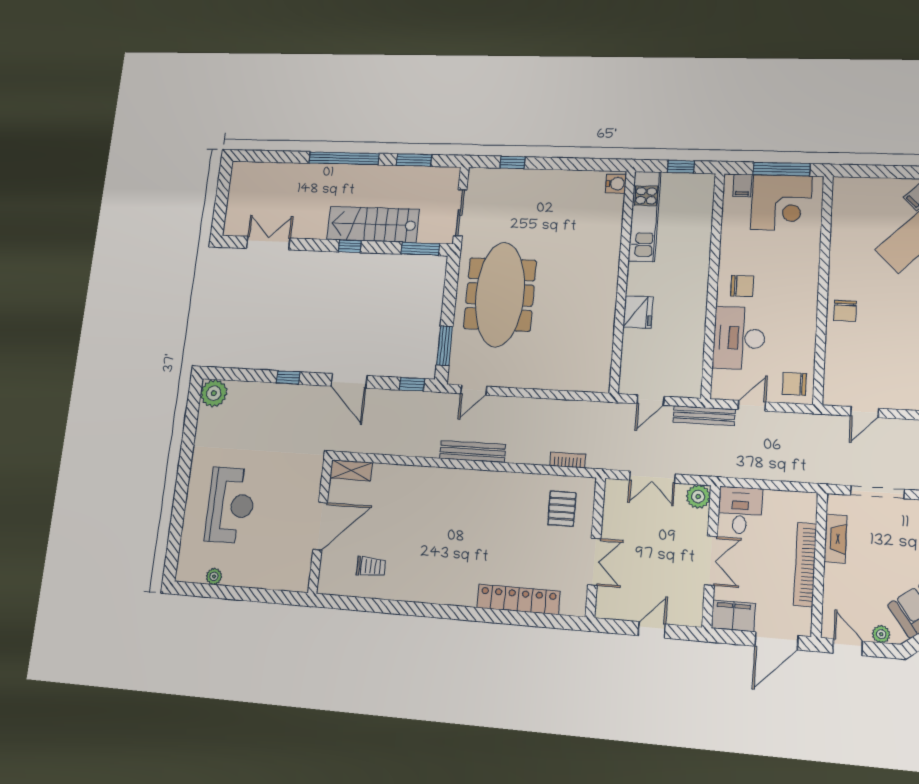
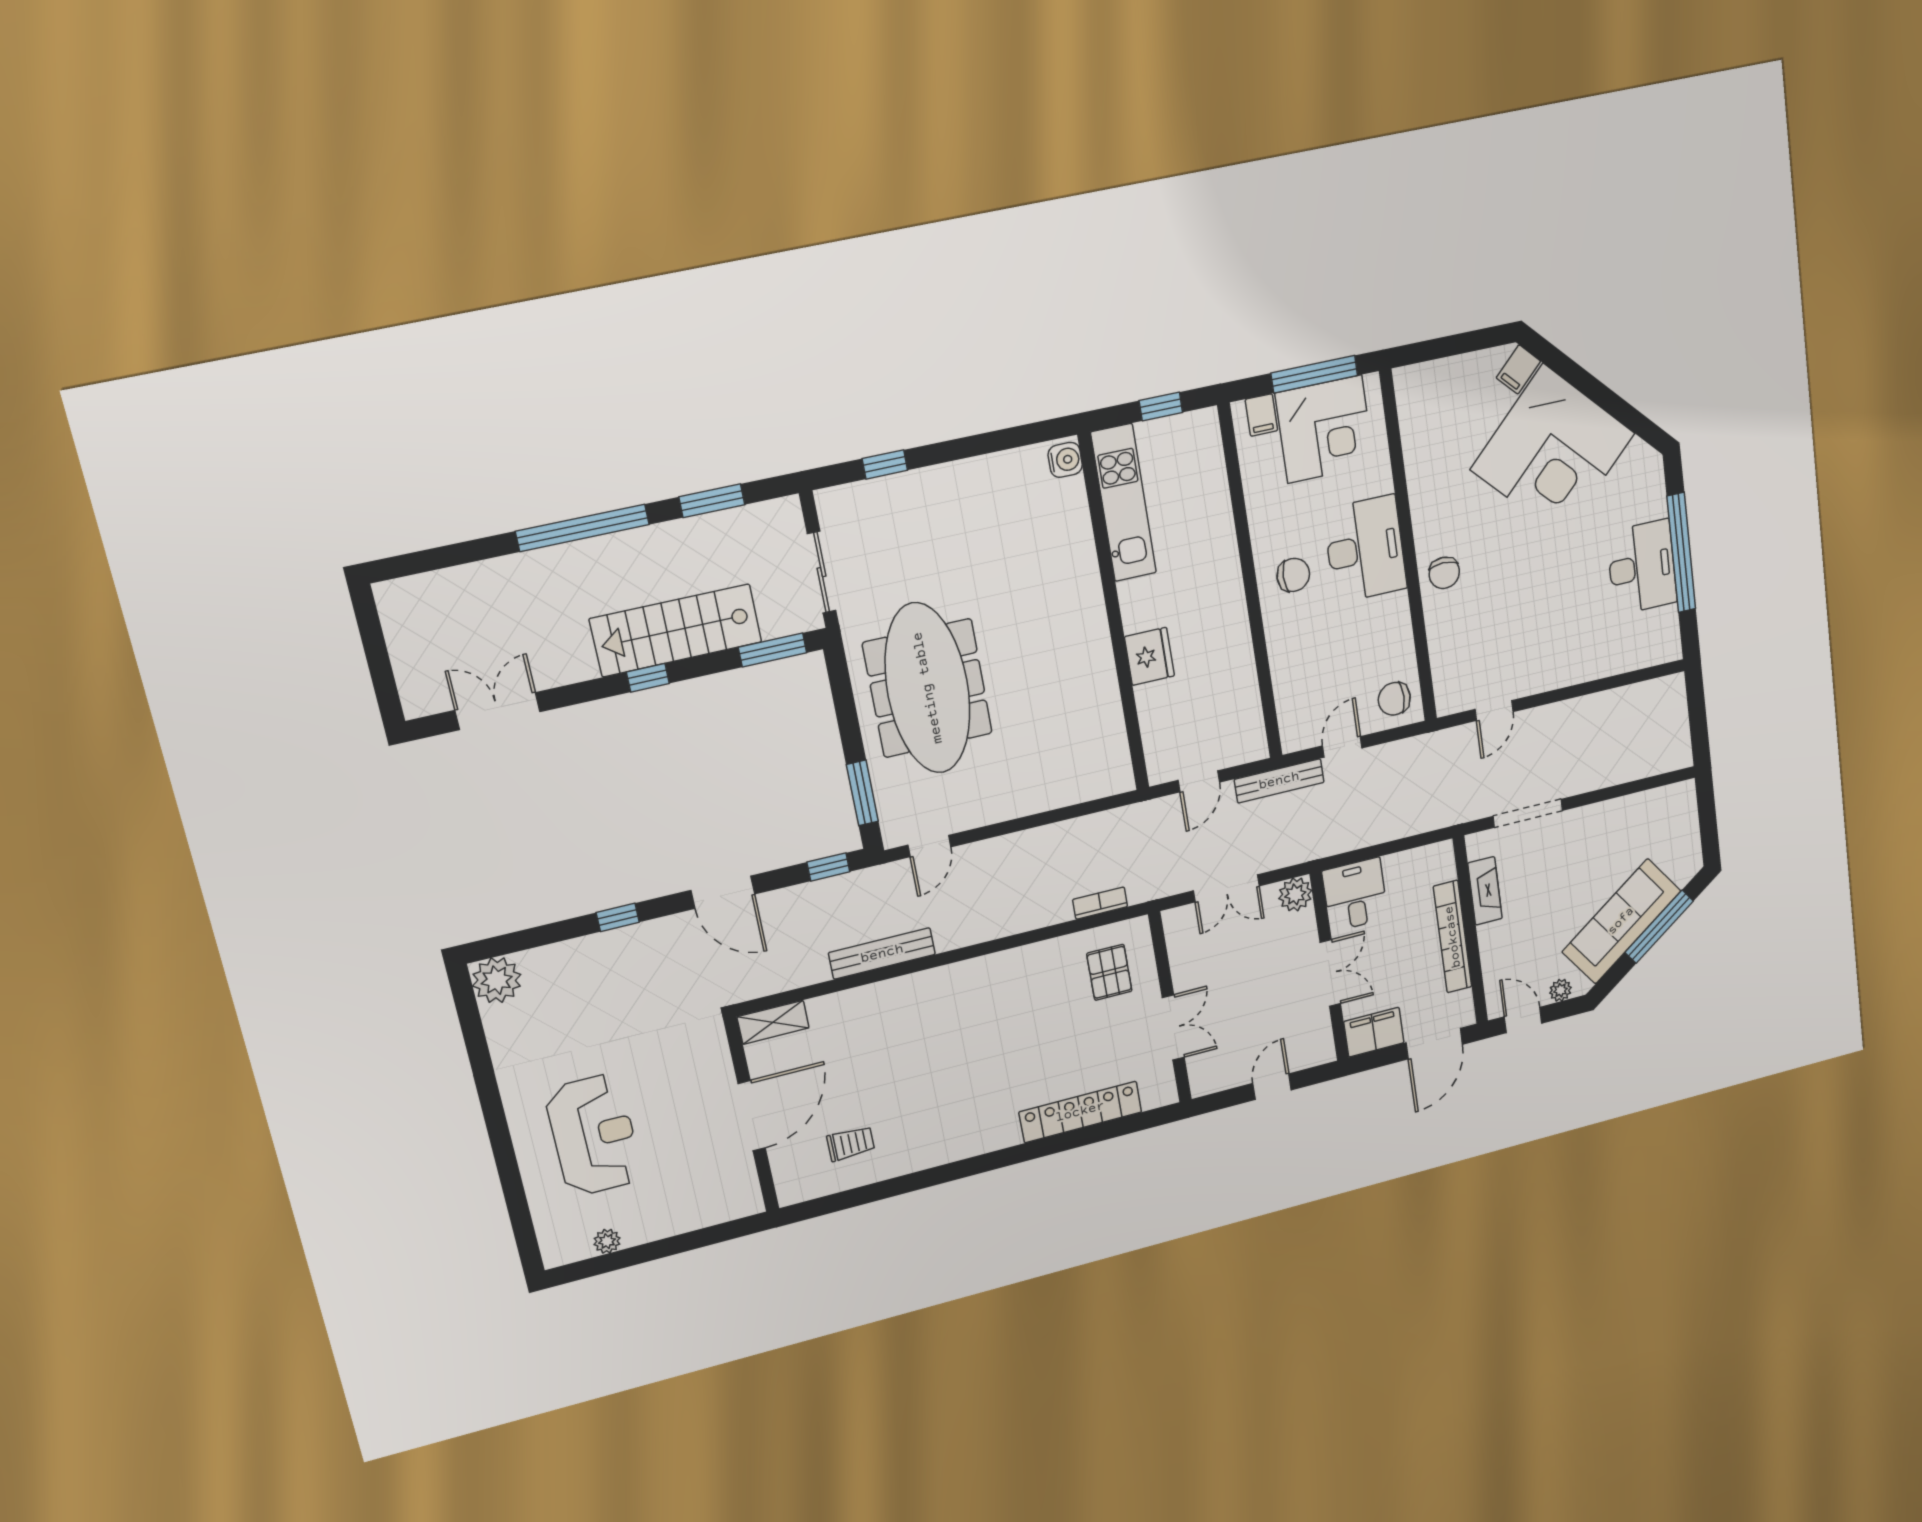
desk: (739, 338) -> (1365, 549), moved, turned 180
bench: (473, 451) -> (882, 954), moved

